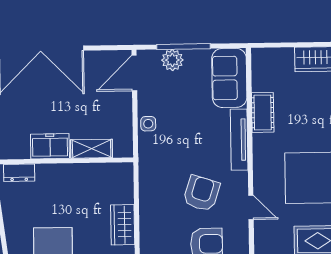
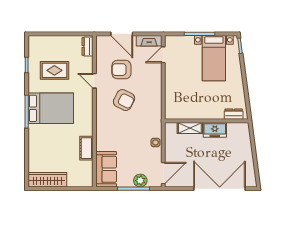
tv unit: (239, 140) -> (101, 132), removed
armchair: (201, 193) -> (124, 100), turned -81
door: (251, 207) -> (94, 81), moved
wardrobe: (123, 225) -> (172, 82), removed

